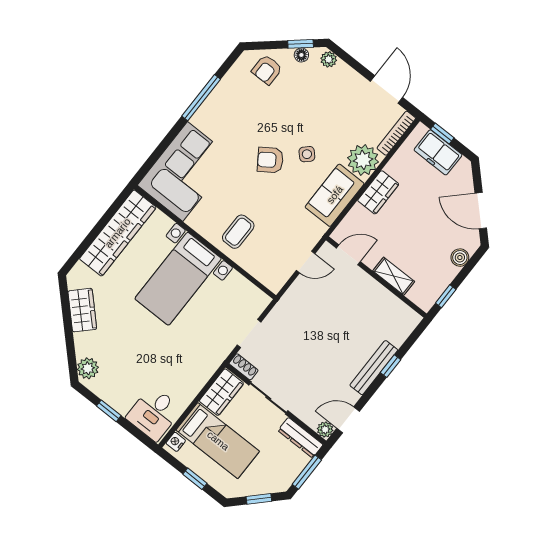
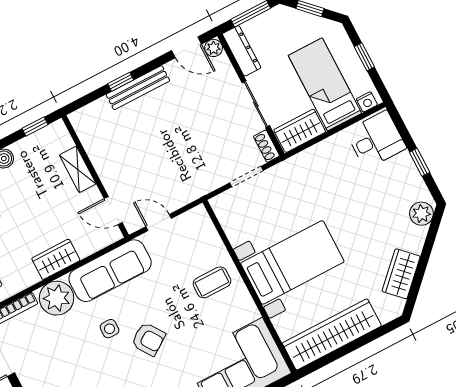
side table: (307, 154) -> (110, 329), turned 45
sofa: (335, 195) -> (110, 271), width x1.36

